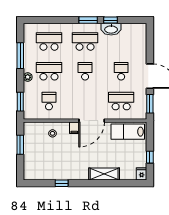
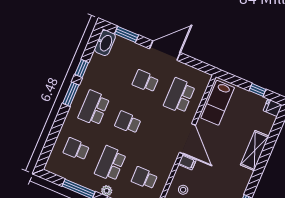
washbasin: (111, 29) -> (105, 43), moved
school desk: (49, 41) -> (76, 149), width x0.54
window: (150, 104) -> (127, 34), moved

